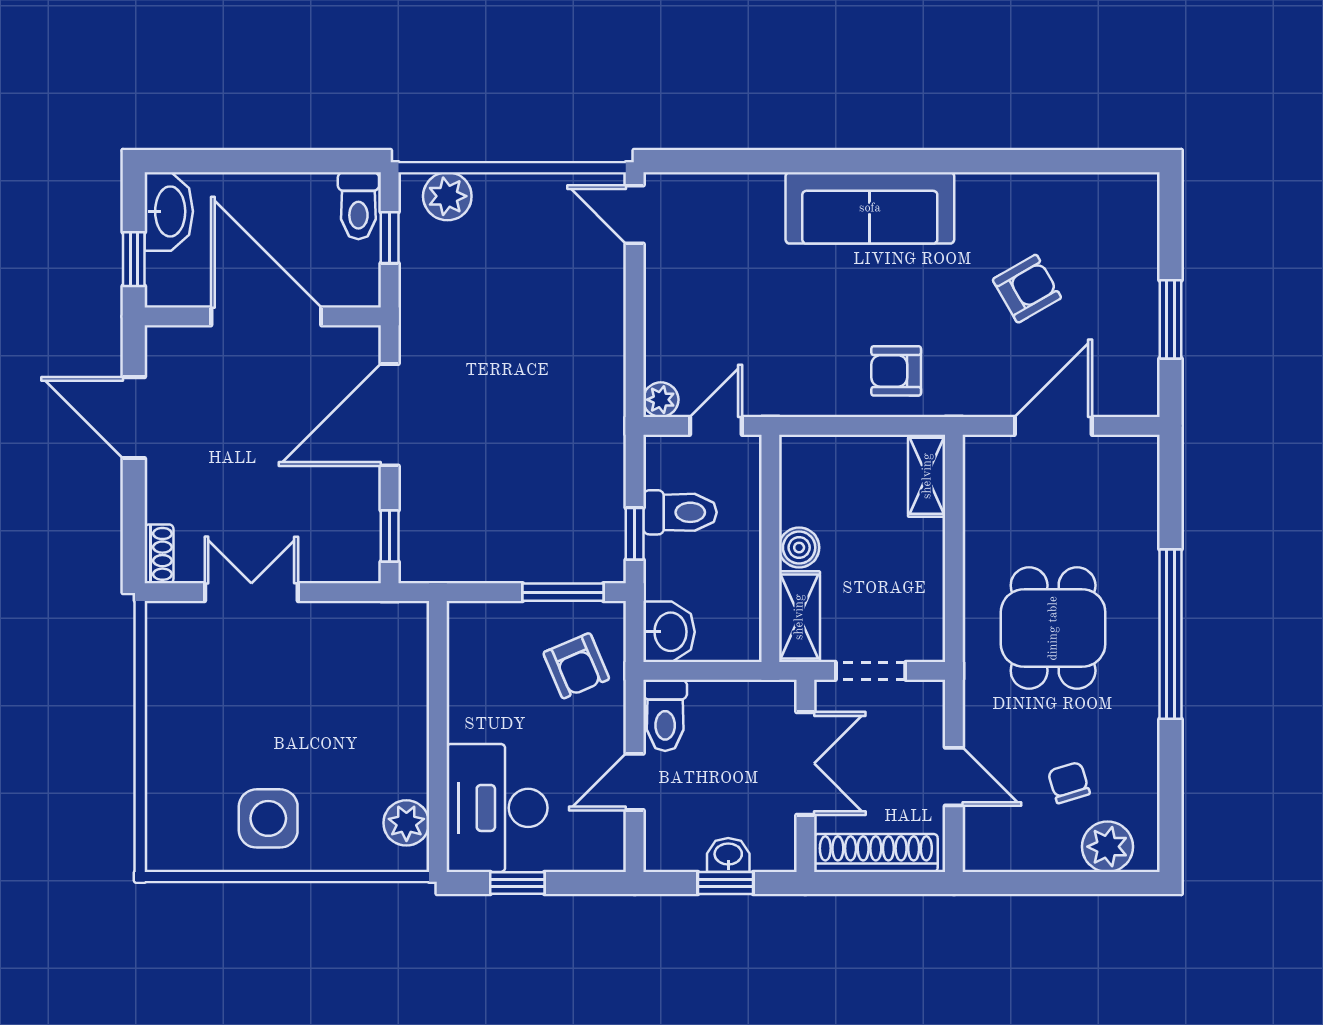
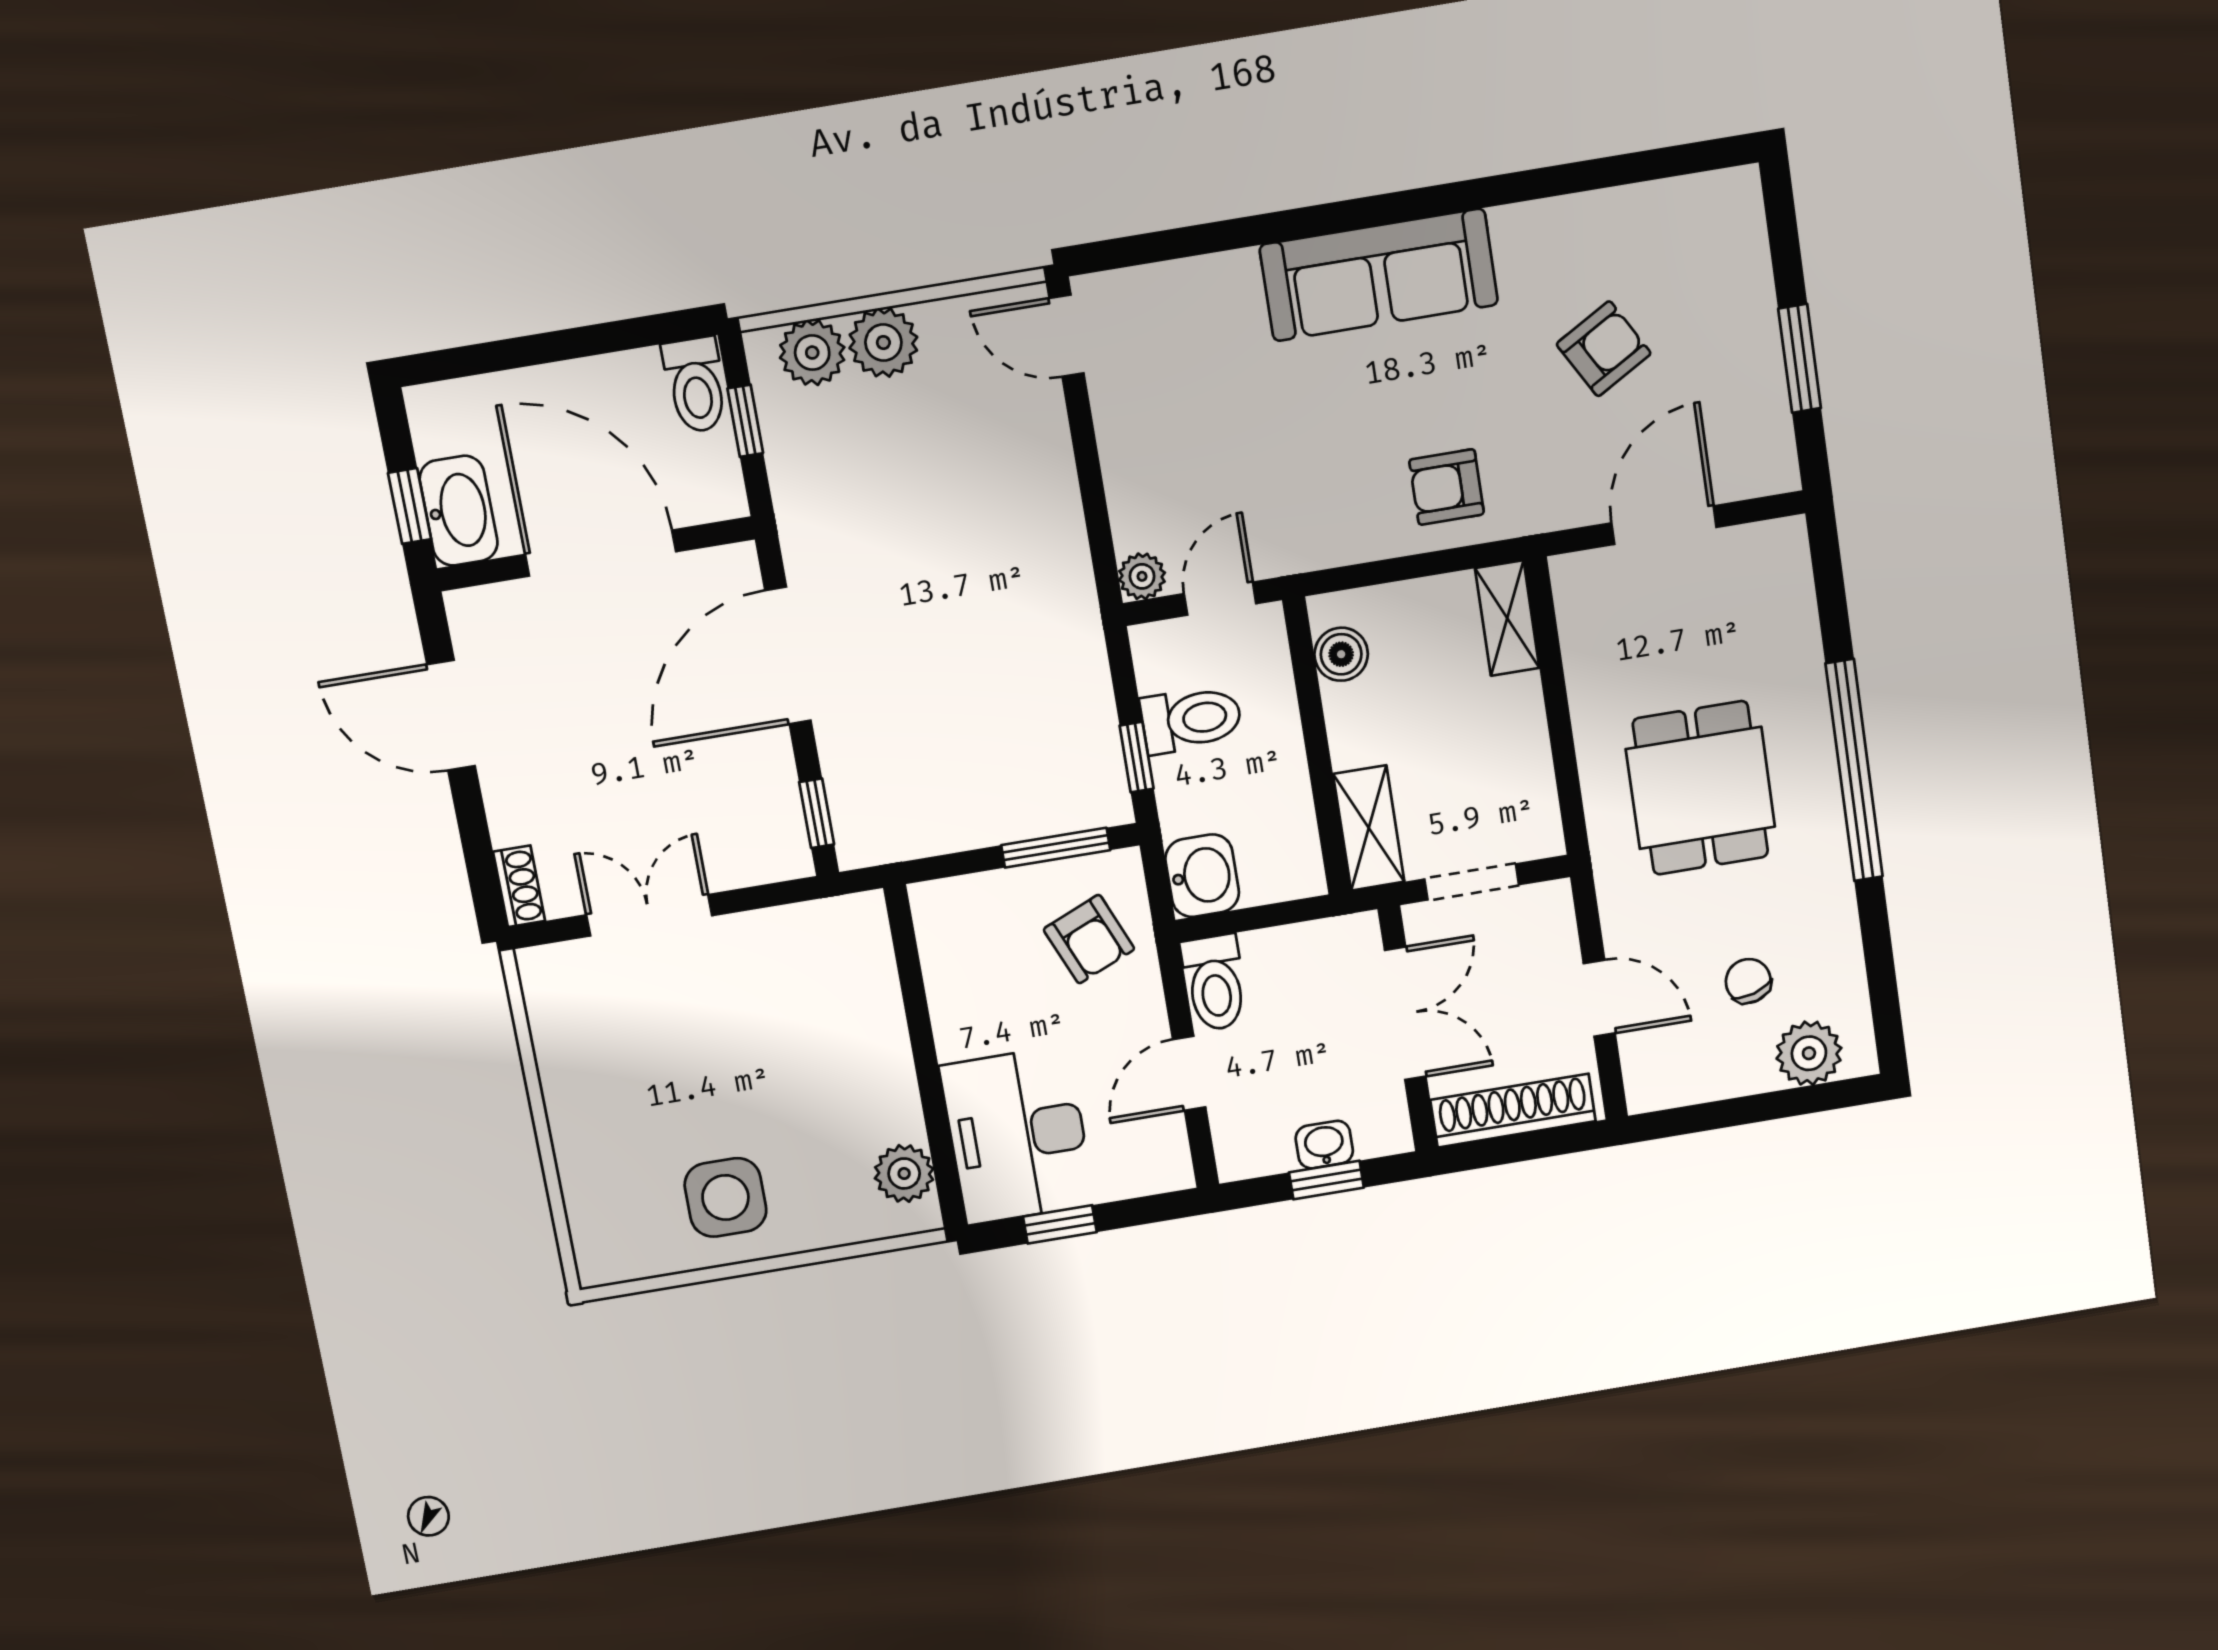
plant: (500, 198) -> (883, 343), added
washbasin: (169, 211) -> (459, 511), moved
boiler: (799, 548) -> (1341, 654), moved

